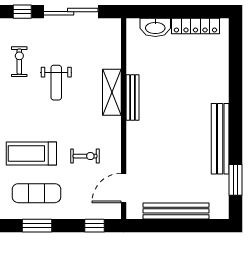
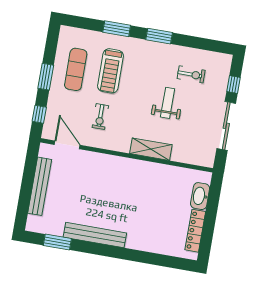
weight bench: (56, 83) -> (168, 103), turned 90
bench: (132, 98) -> (143, 166), removed
treadmill: (31, 154) -> (110, 71), turned 180
window: (37, 226) -> (46, 77), moved

